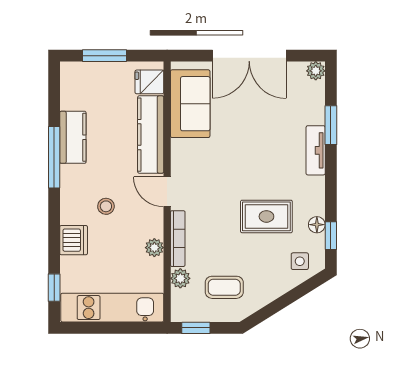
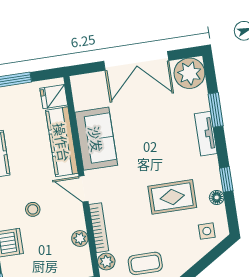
plant: (316, 71) -> (189, 73), width x1.88, depth x1.88
sofa: (190, 104) -> (96, 139), moved
window: (331, 236) -> (226, 179), moved

